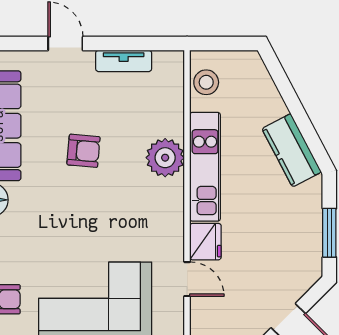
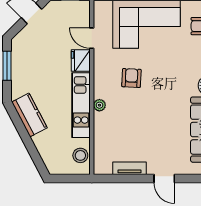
armchair: (83, 151) -> (131, 78), moved, turned 88
plant: (165, 158) -> (99, 105), width x0.53, depth x0.53

